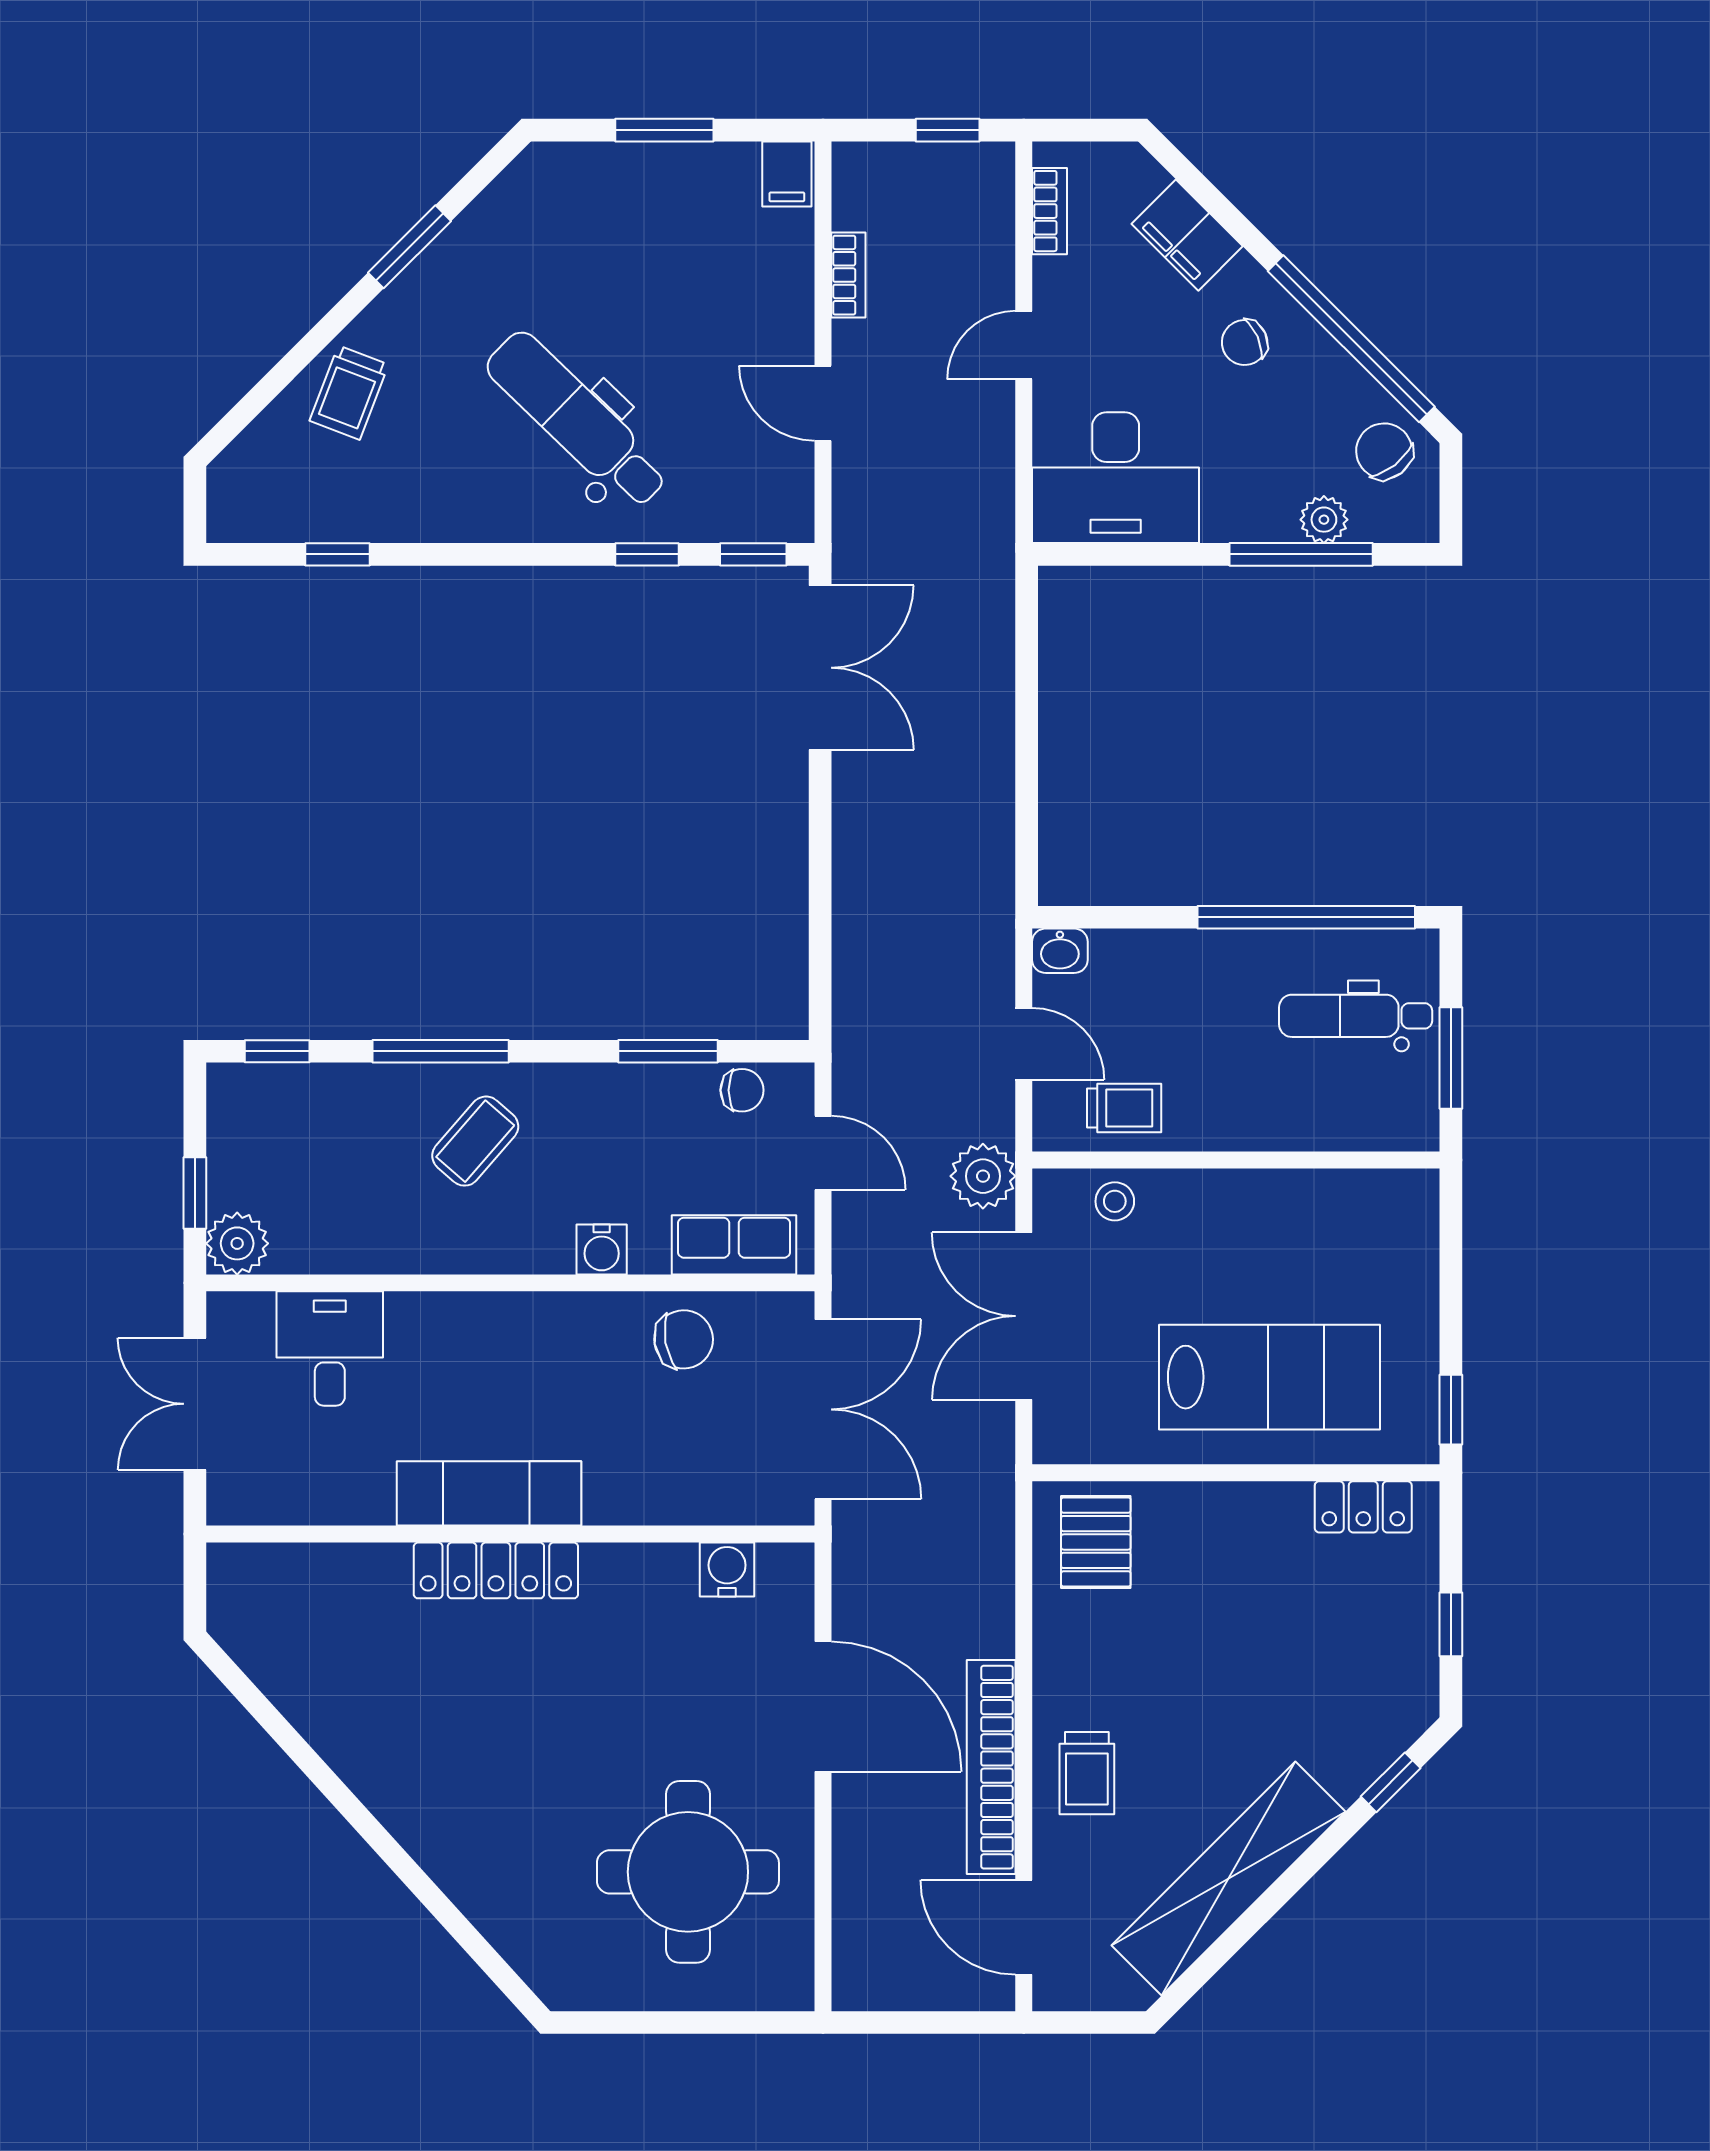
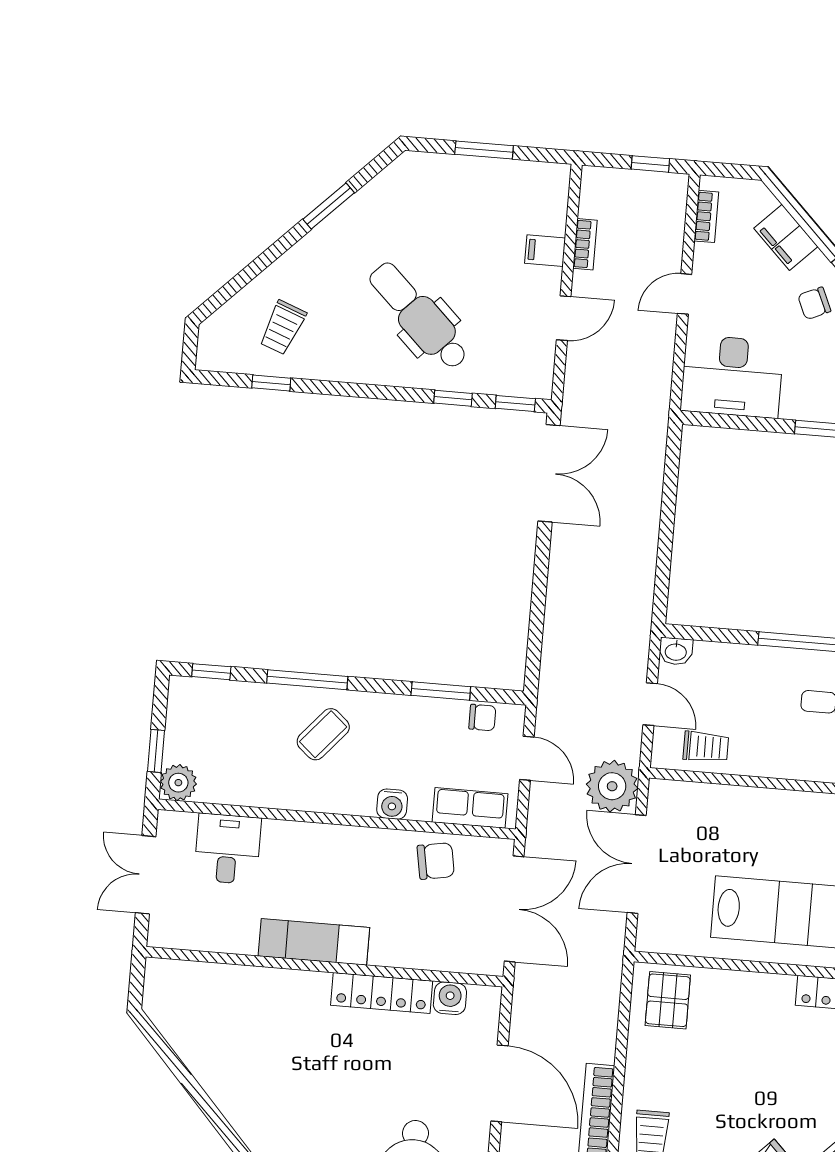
filing cabinet: (787, 174) -> (545, 251), moved, turned 90
trolley: (349, 393) -> (283, 327), moved
door: (823, 403) -> (564, 318), swing flipped
plant: (983, 1176) -> (612, 786), width x1.36, depth x1.36
stool: (1115, 1201) -> (696, 801), removed
locker: (496, 1570) -> (382, 993), moved

